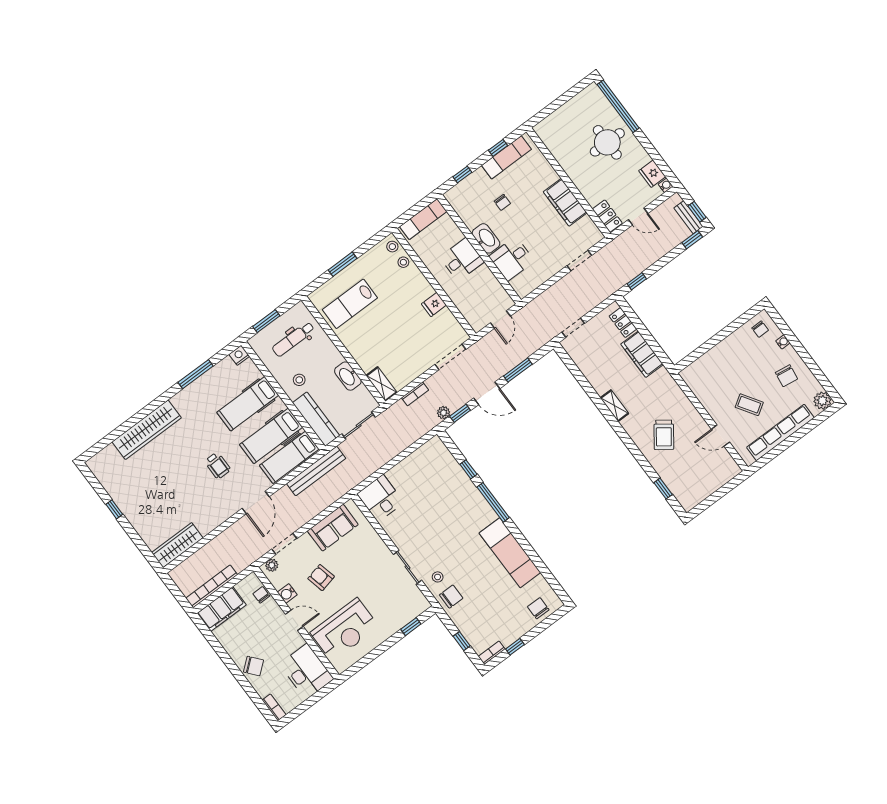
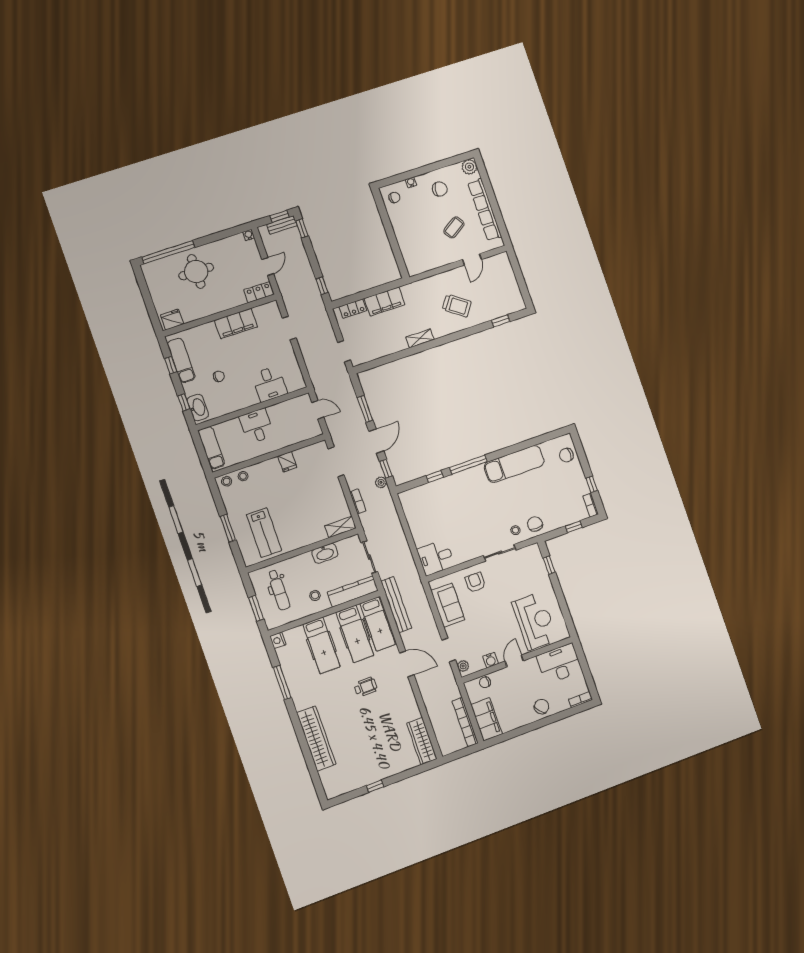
fridge: (652, 174) -> (172, 320), moved, turned 180
washbasin: (486, 238) -> (198, 407), moved, turned 90
armchair: (321, 578) -> (475, 582), moved, turned 103

